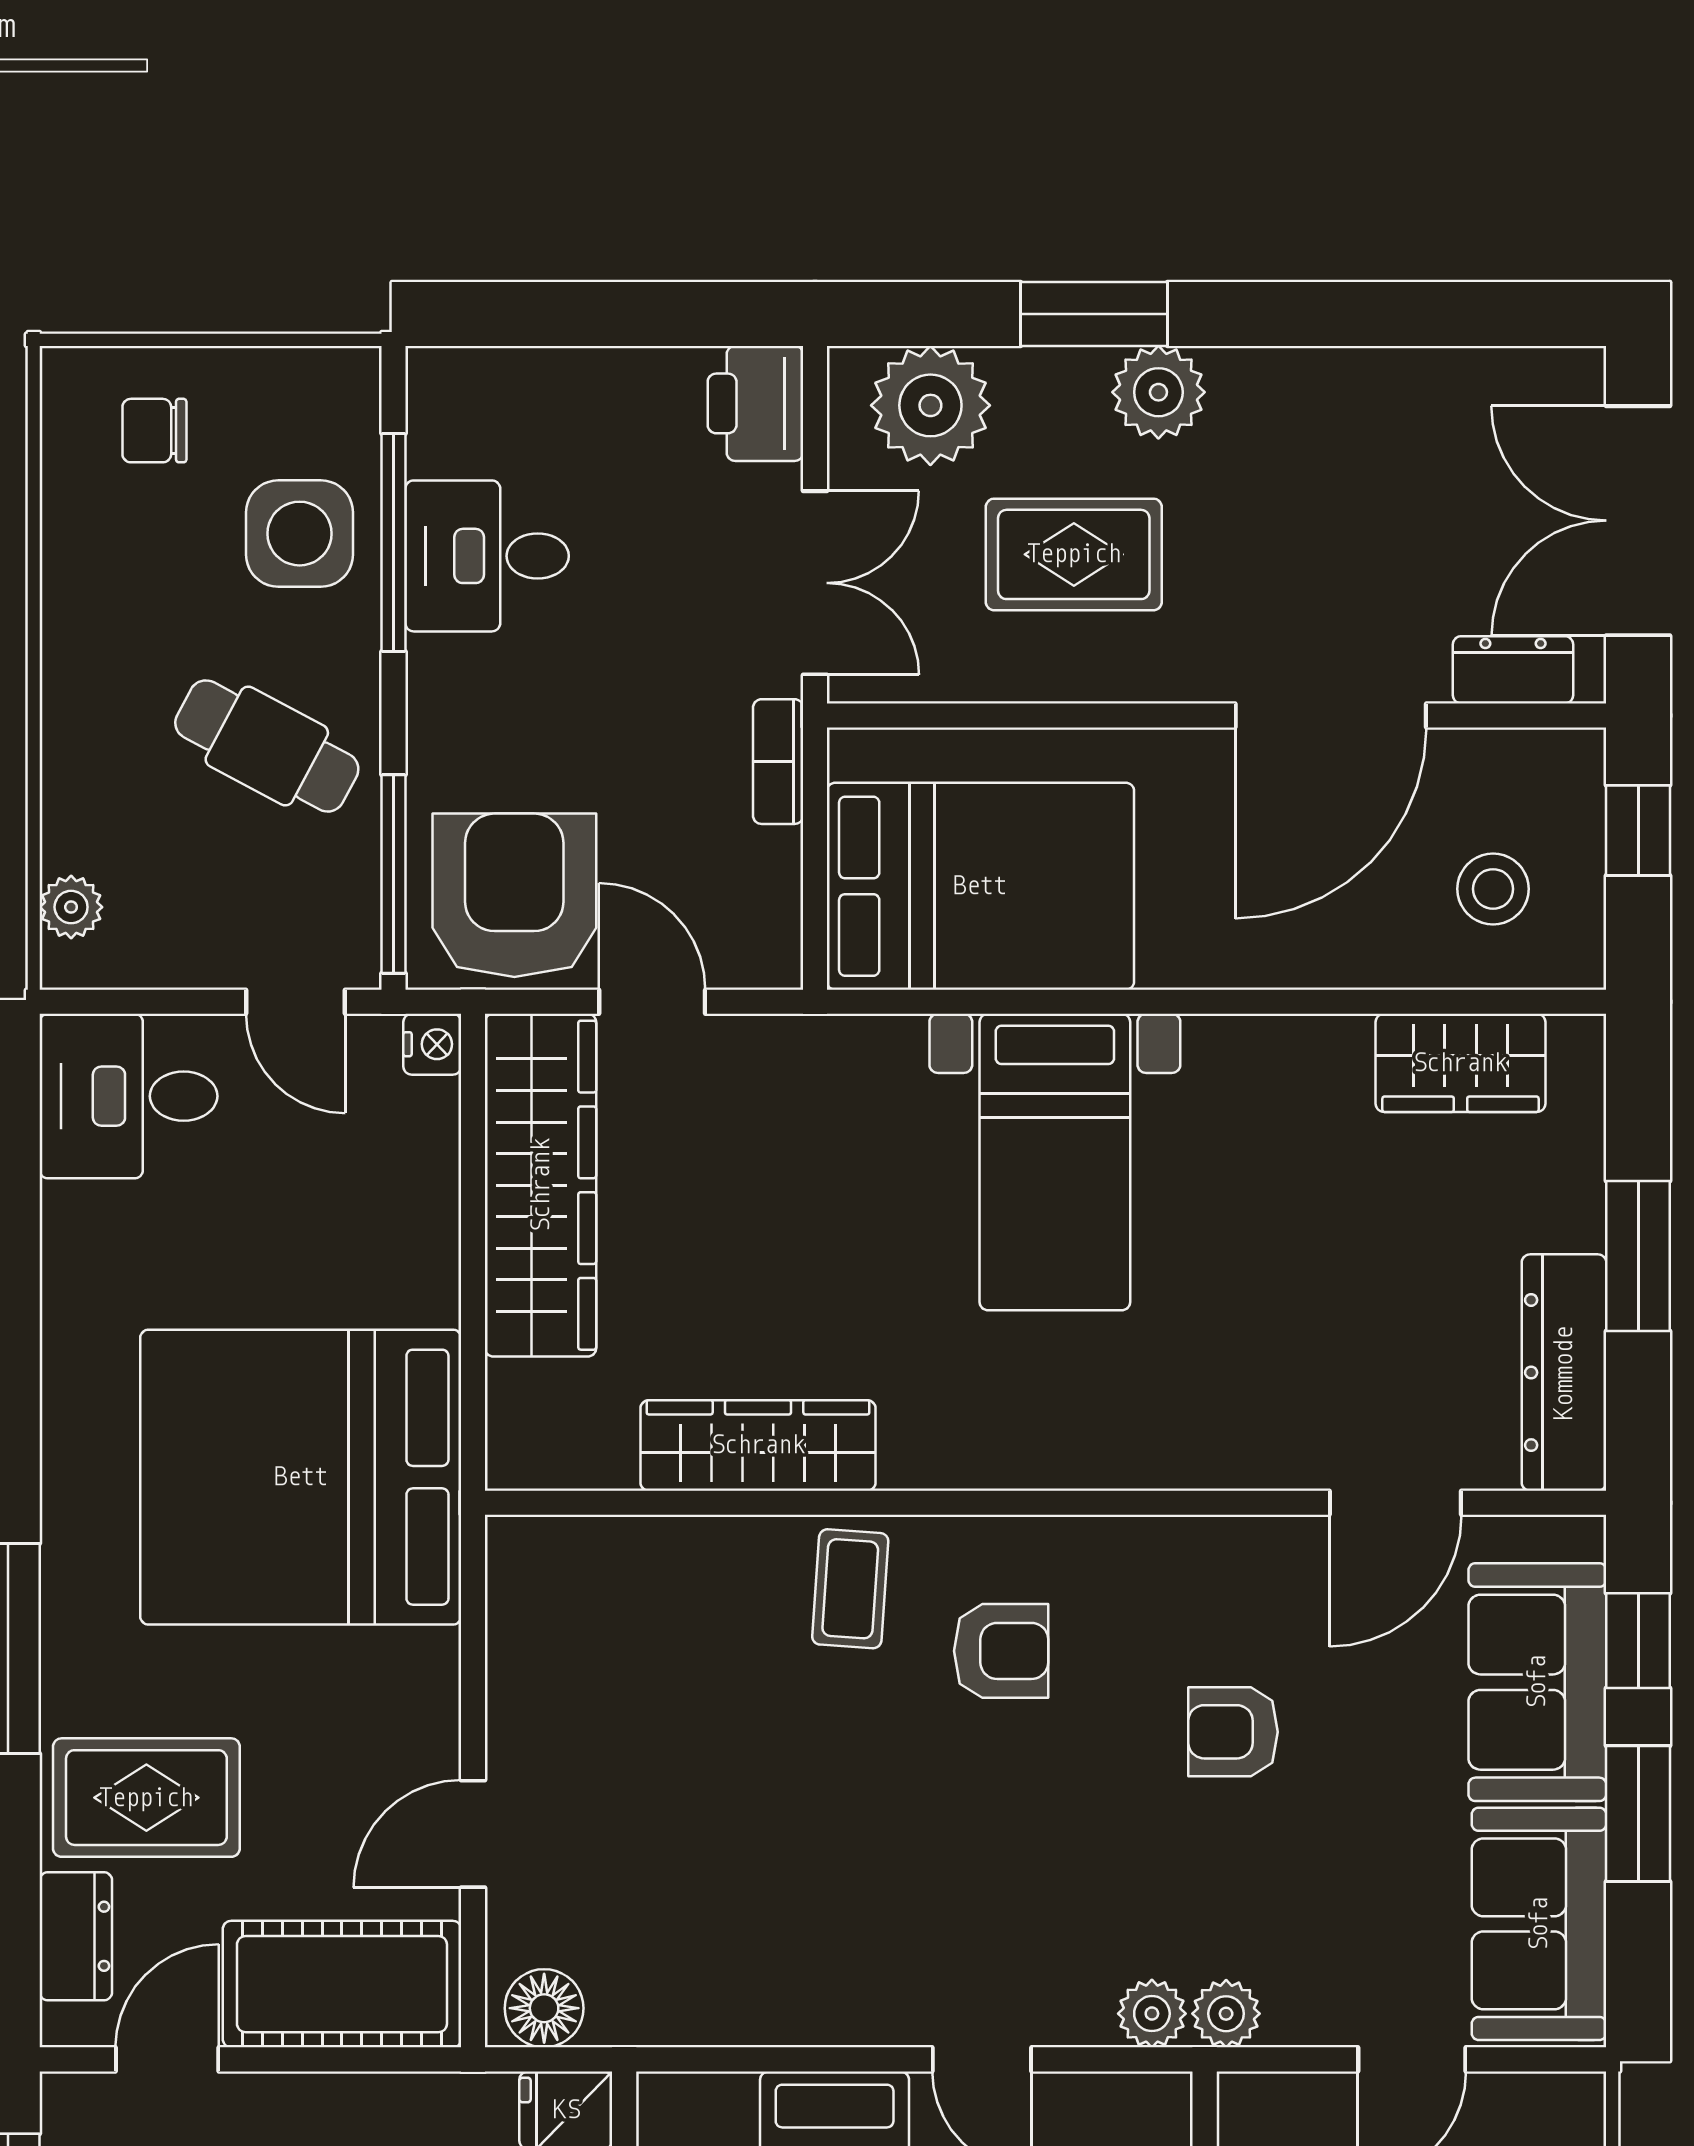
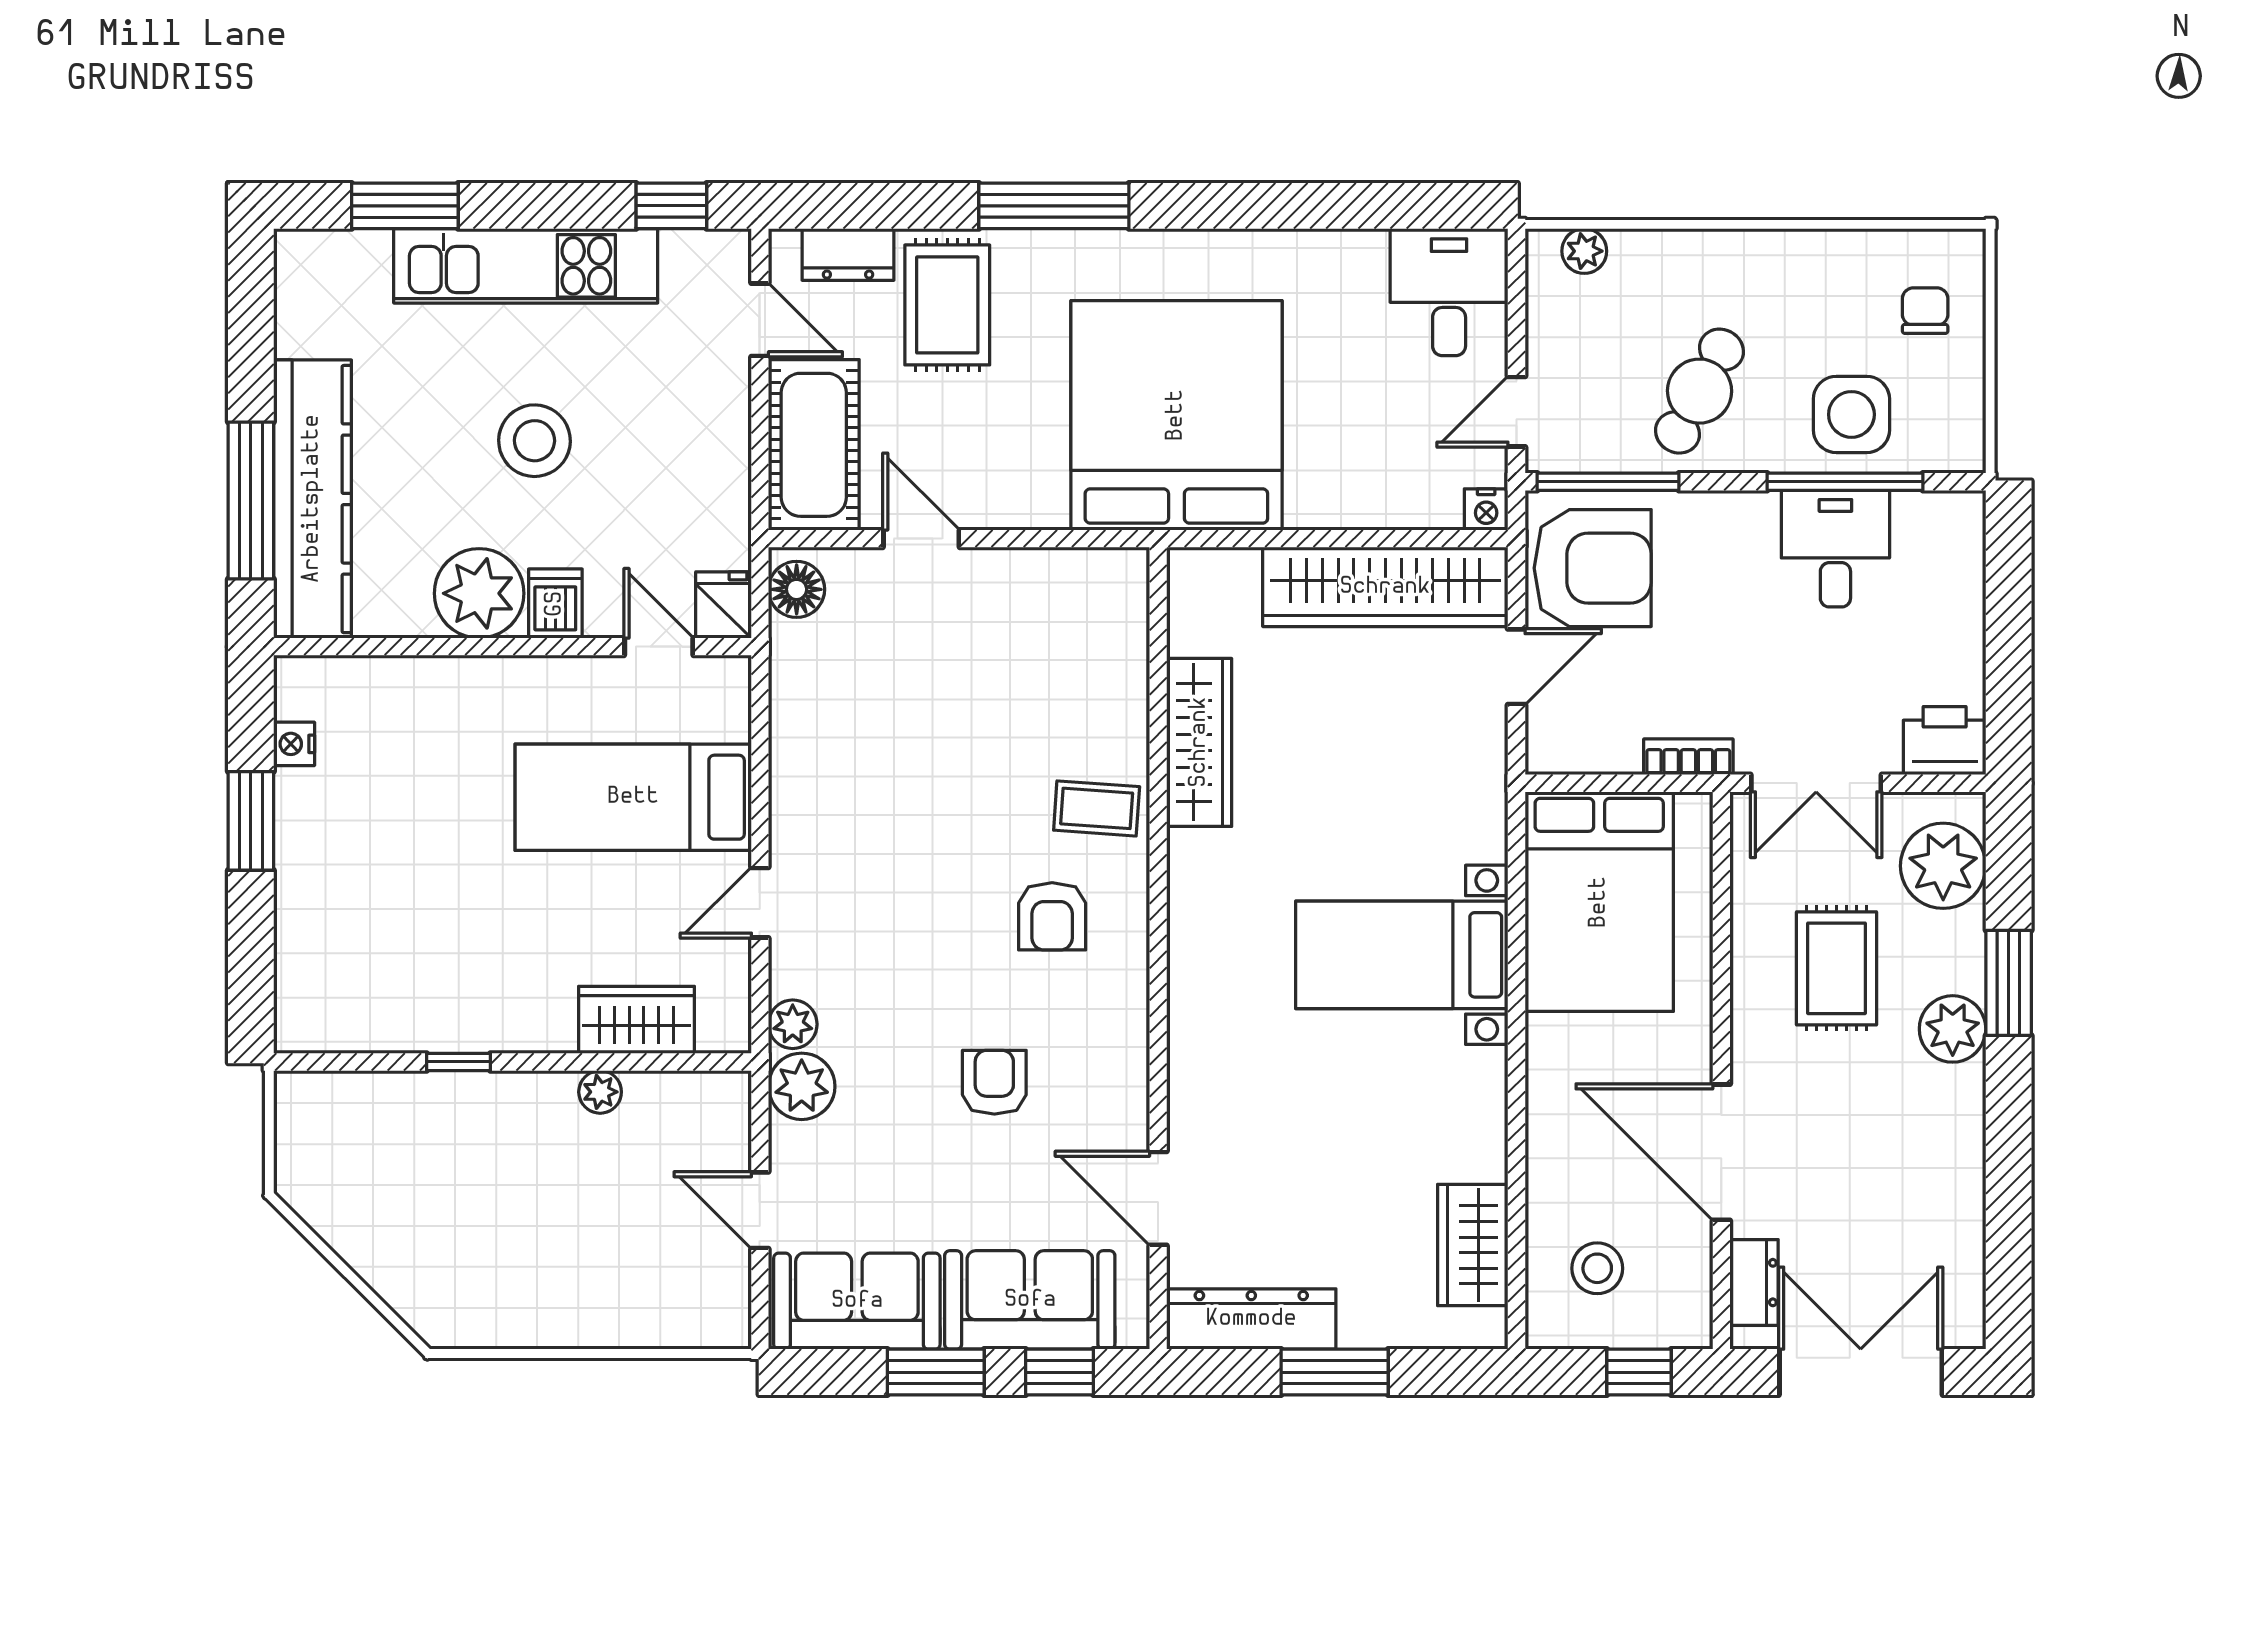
plant: (1226, 2014) -> (802, 1086), width x1.38, depth x1.38

